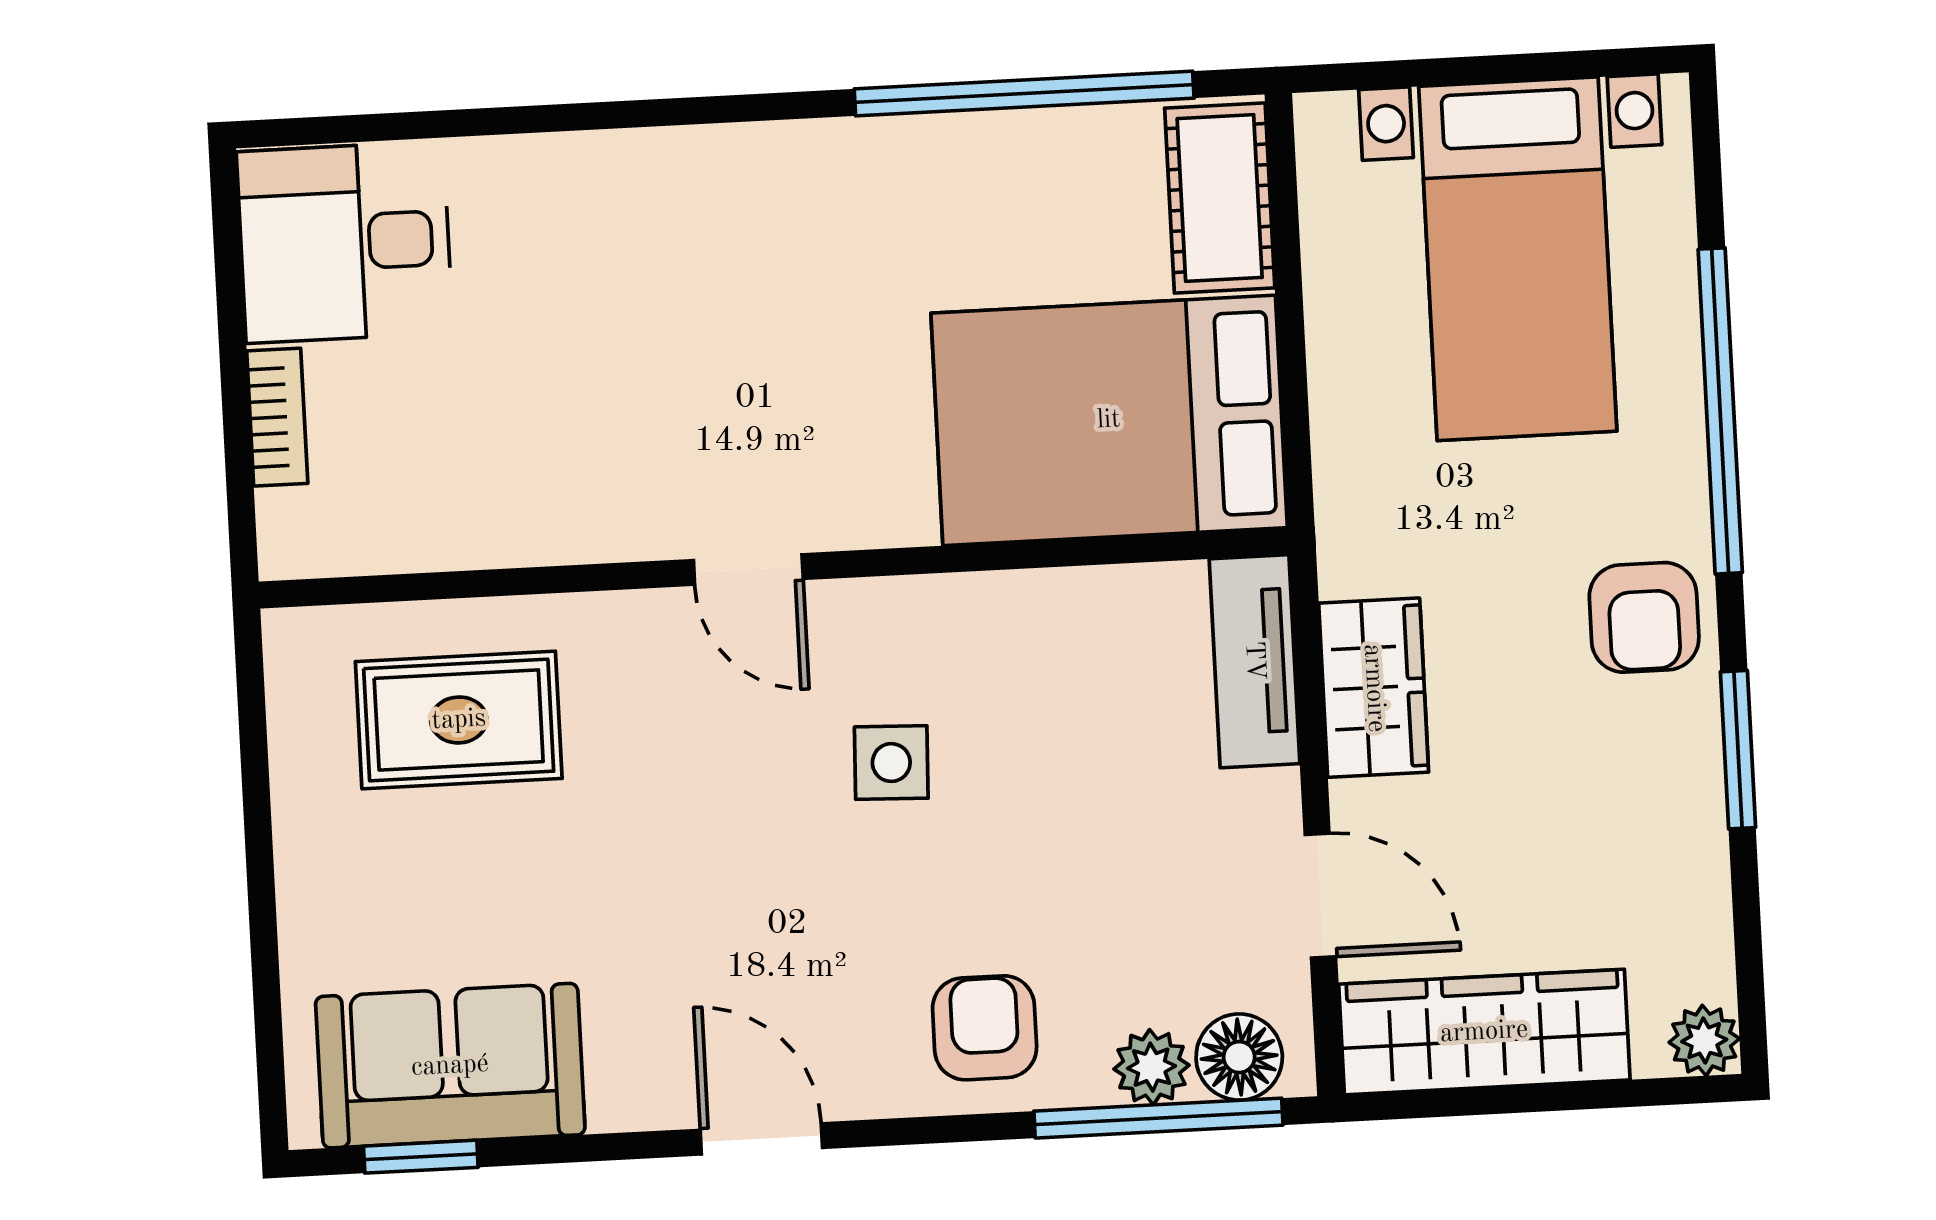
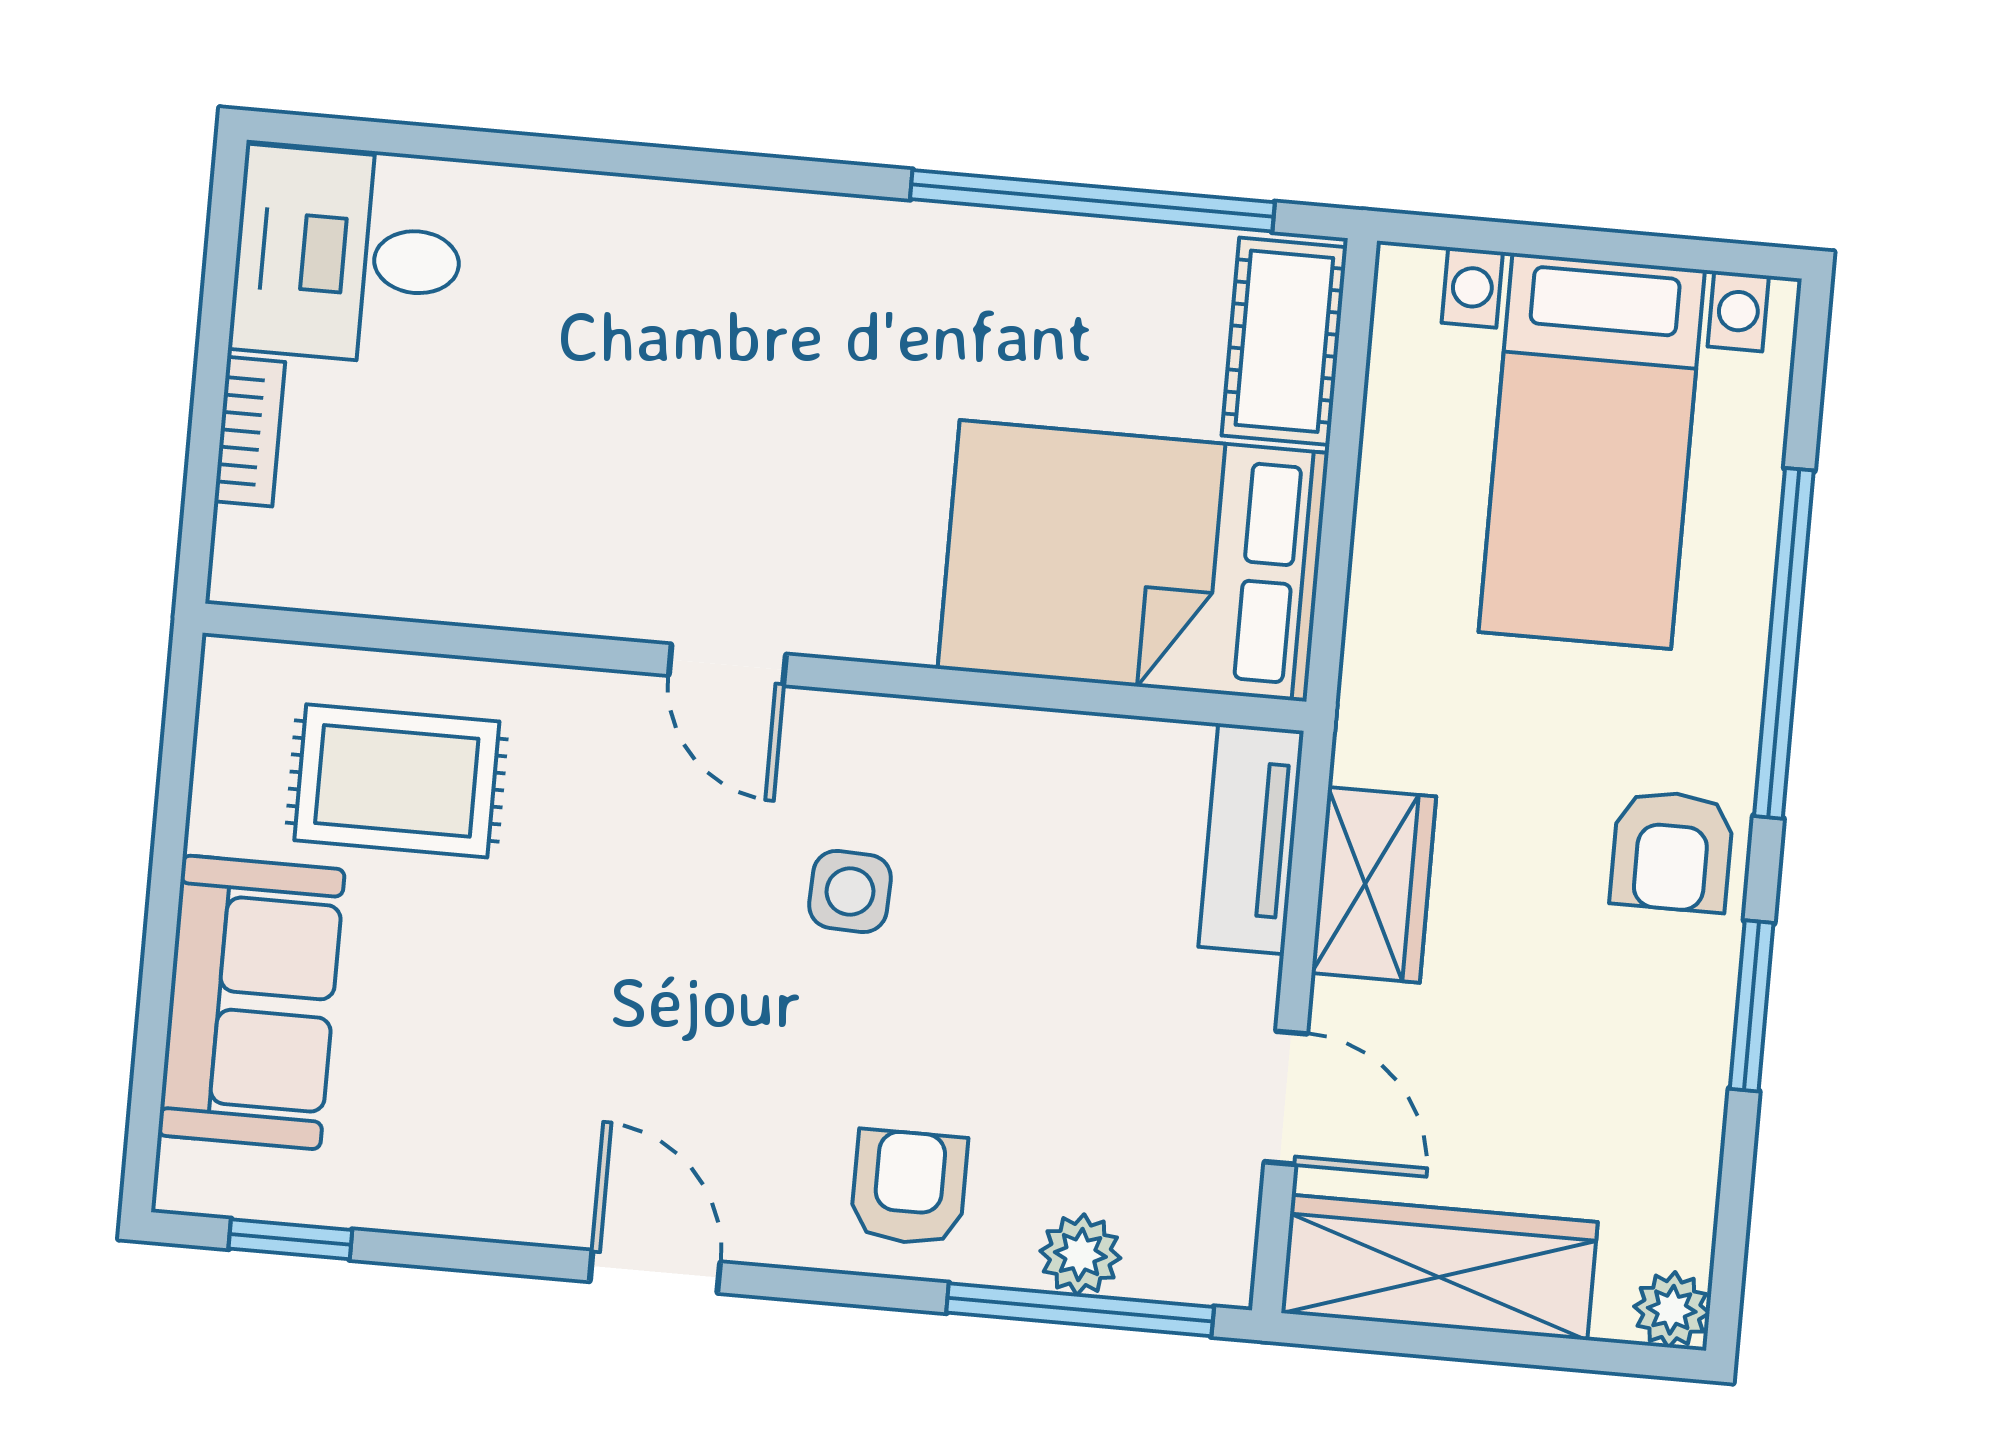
floor lamp: (1239, 1057) -> (1175, 1257), removed
sofa: (450, 1066) -> (251, 1002), moved, turned 90

